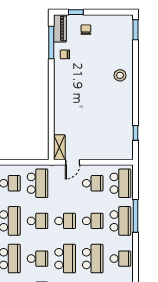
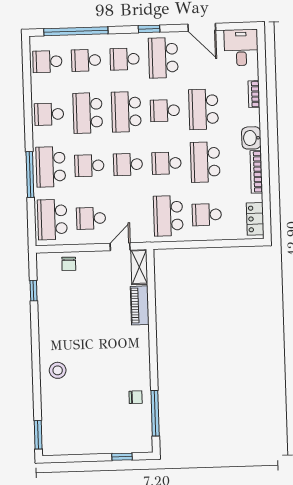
piano: (60, 28) -> (140, 305), moved
chair: (86, 30) -> (69, 264), moved

